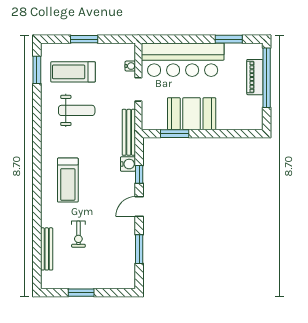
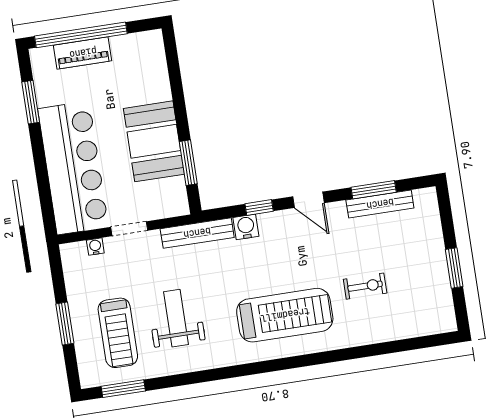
treadmill: (68, 180) -> (285, 315), width x1.37, depth x1.38
bench: (47, 249) -> (380, 204), moved

